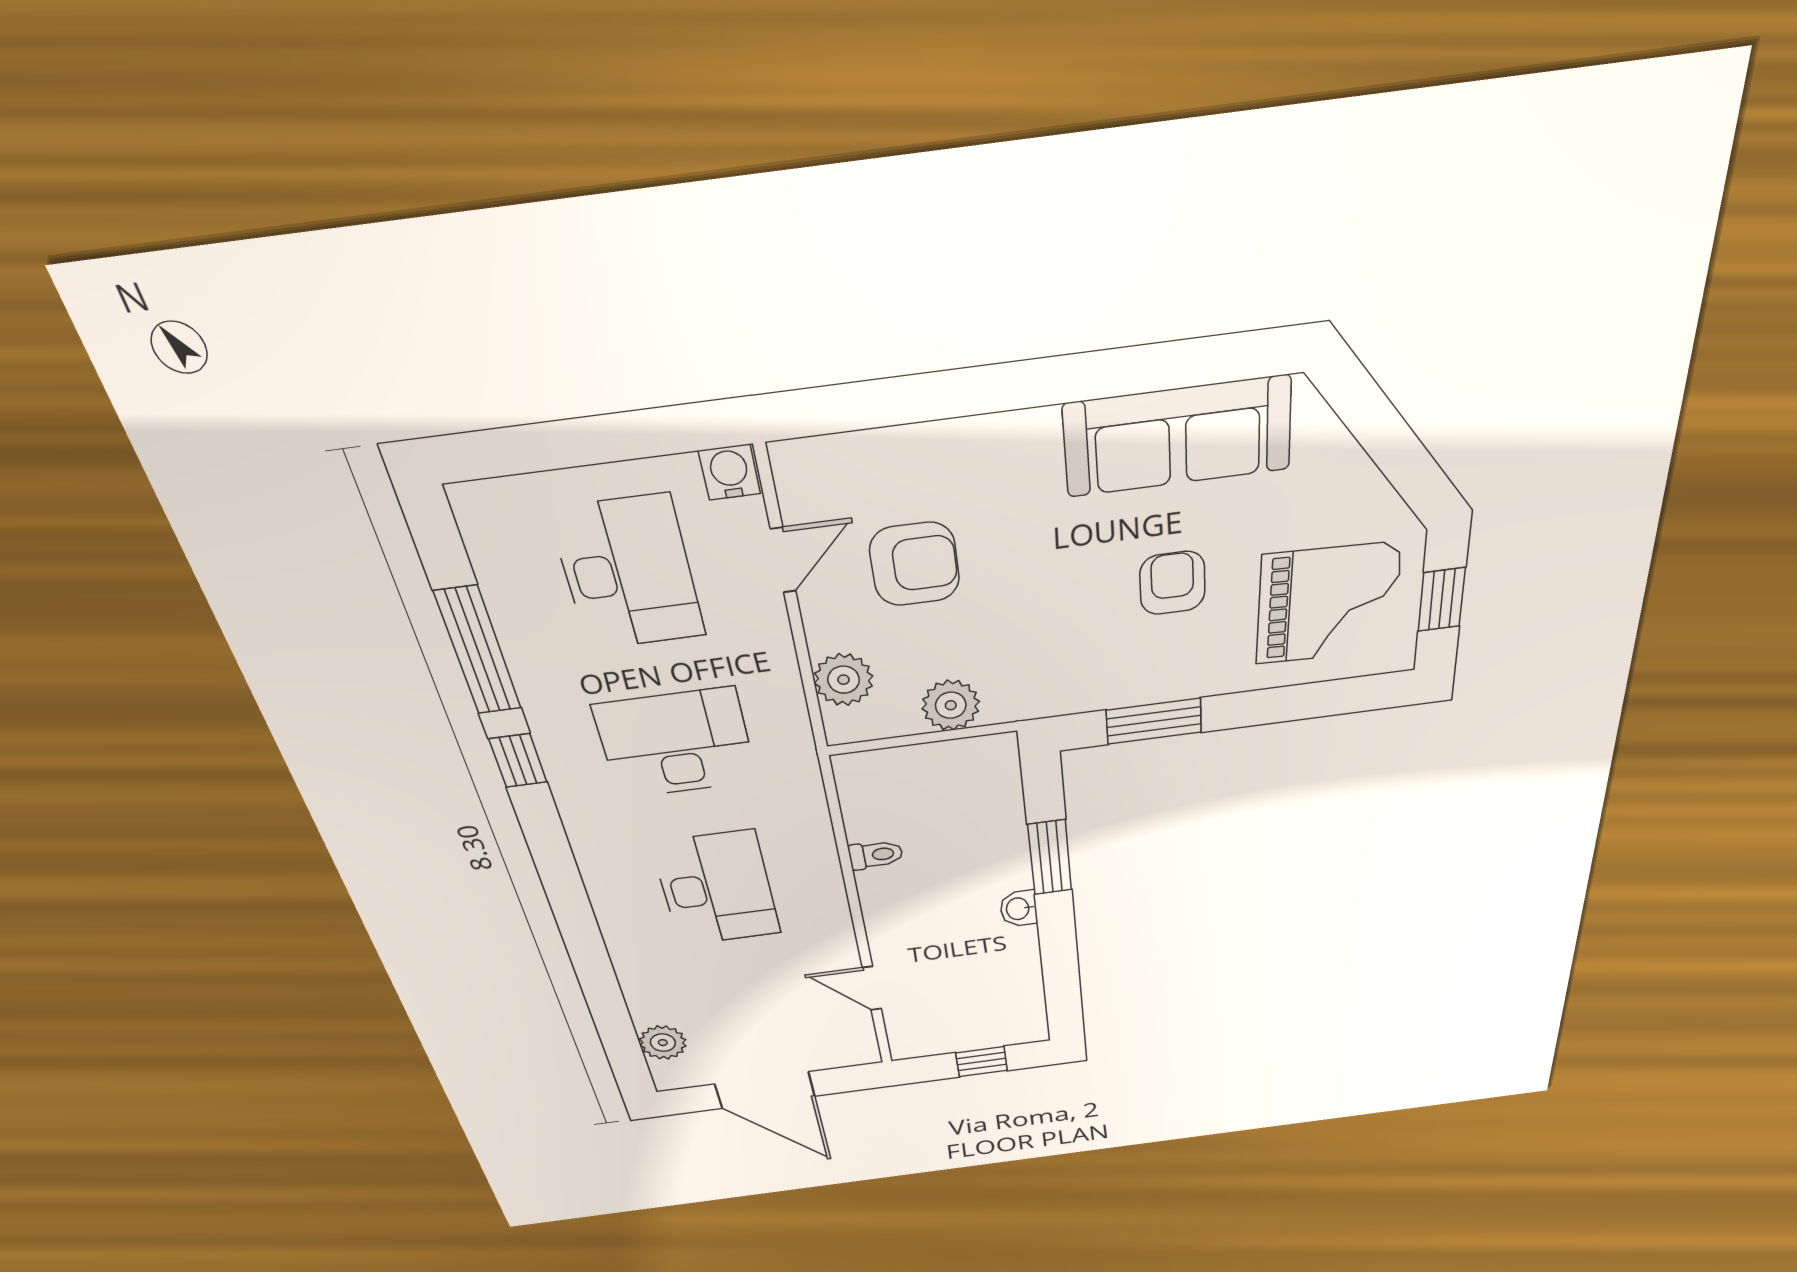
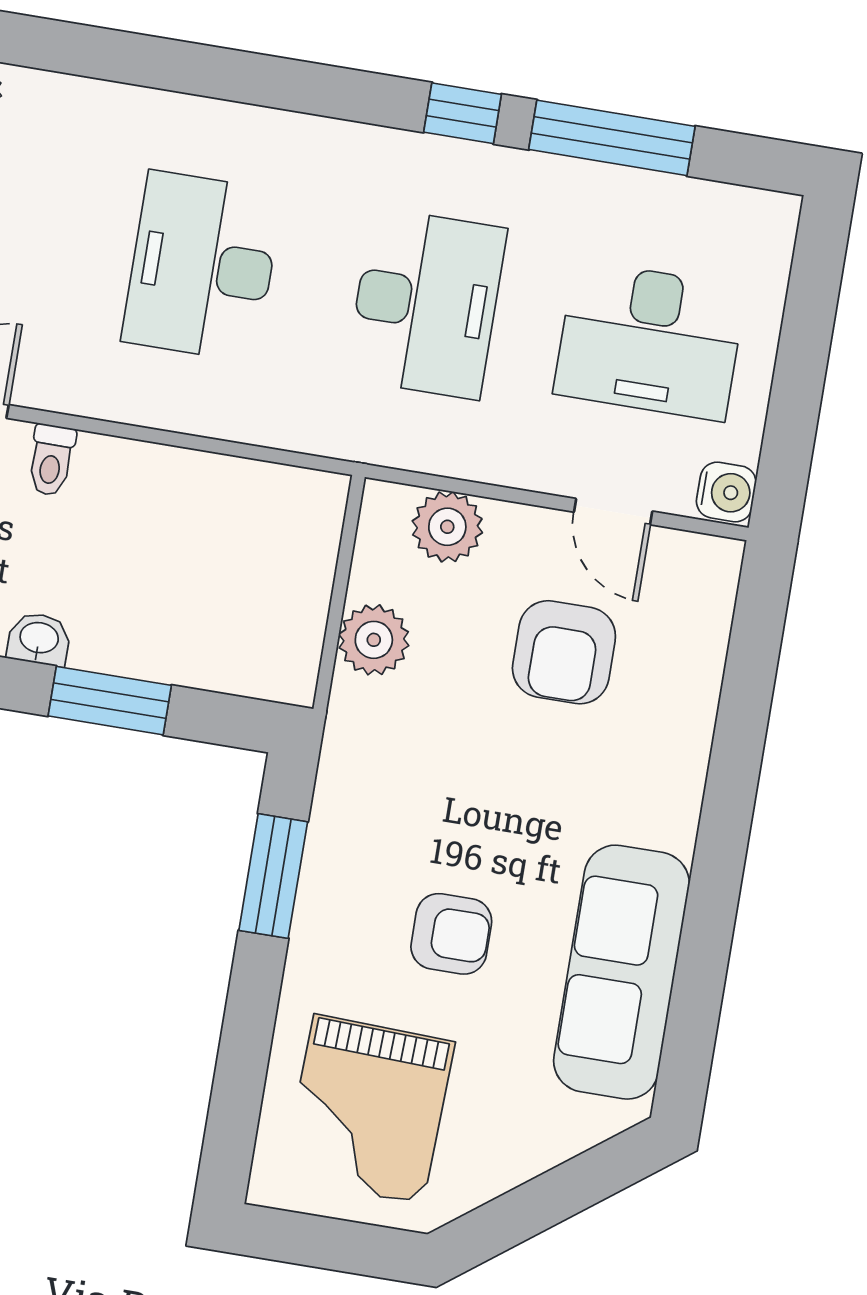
window: (1442, 600) -> (331, 1244), removed
toilet: (876, 855) -> (51, 460), moved
desk: (717, 889) -> (202, 266), turned 90

